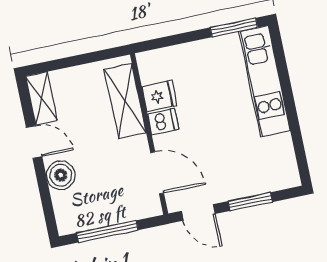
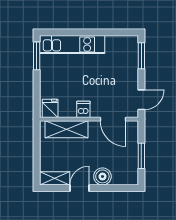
fridge: (159, 96) -> (50, 108), moved
door: (157, 173) -> (113, 119), swing flipped
window: (250, 202) -> (141, 56), moved
window: (107, 231) -> (141, 156), width x0.69

